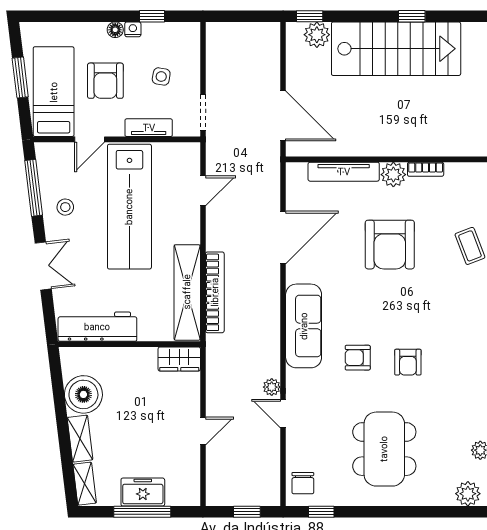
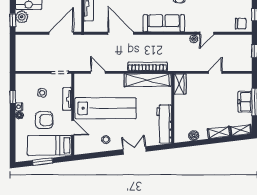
window: (34, 188) -> (96, 155), removed
boiler: (83, 394) -> (194, 136), width x0.54, depth x0.54
door: (203, 431) -> (215, 72), hinge flipped

